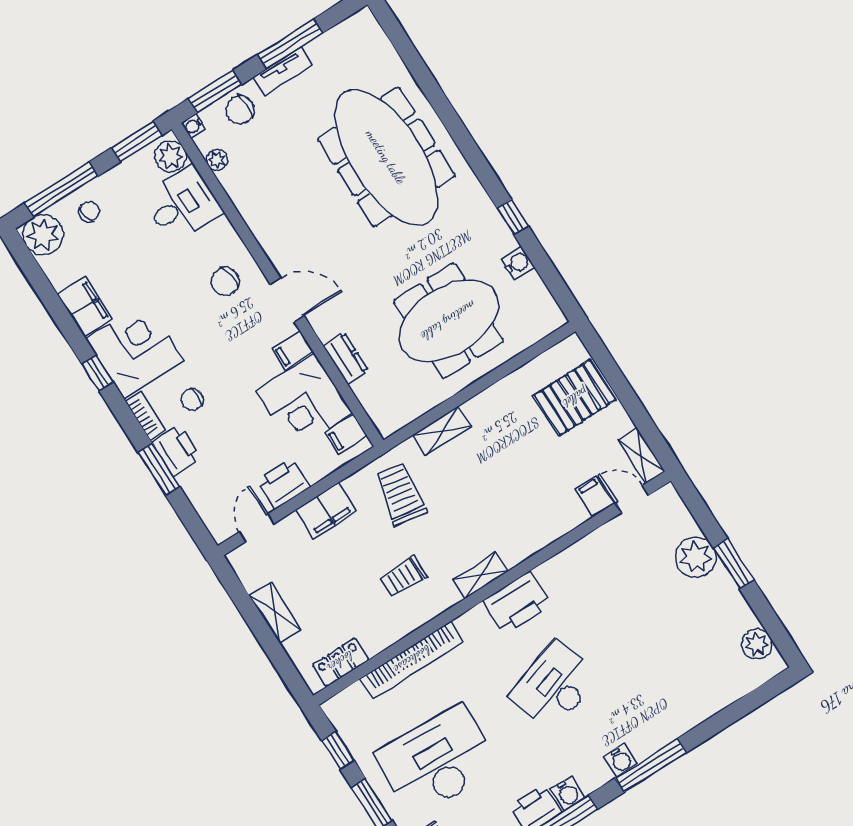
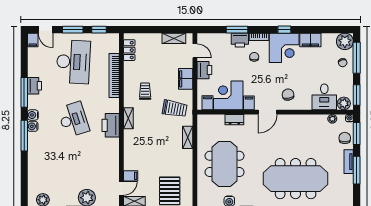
shelving: (275, 613) -> (174, 38), moved
water cooler: (568, 793) -> (33, 115), moved

